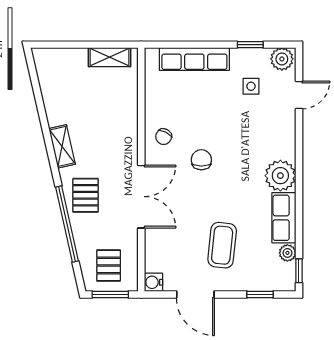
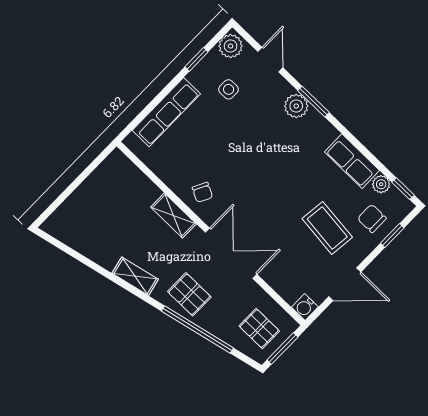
shelving: (110, 57) -> (173, 216), moved, turned 90
window: (299, 152) -> (314, 102), added
chair: (201, 160) -> (372, 218), moved
plant: (280, 176) -> (296, 106), moved, width x0.73, depth x0.73

